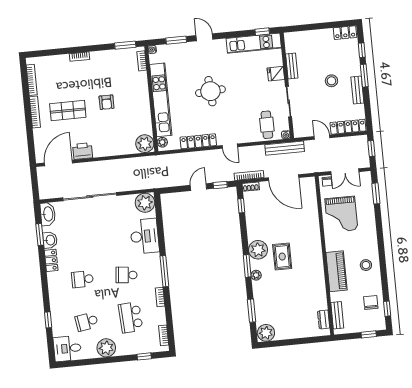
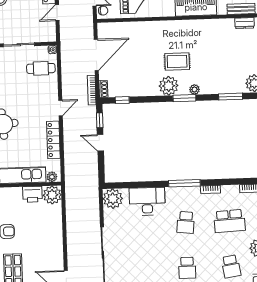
bench: (285, 148) -> (66, 52), removed
printer: (83, 151) -> (32, 194), moved, turned -90

